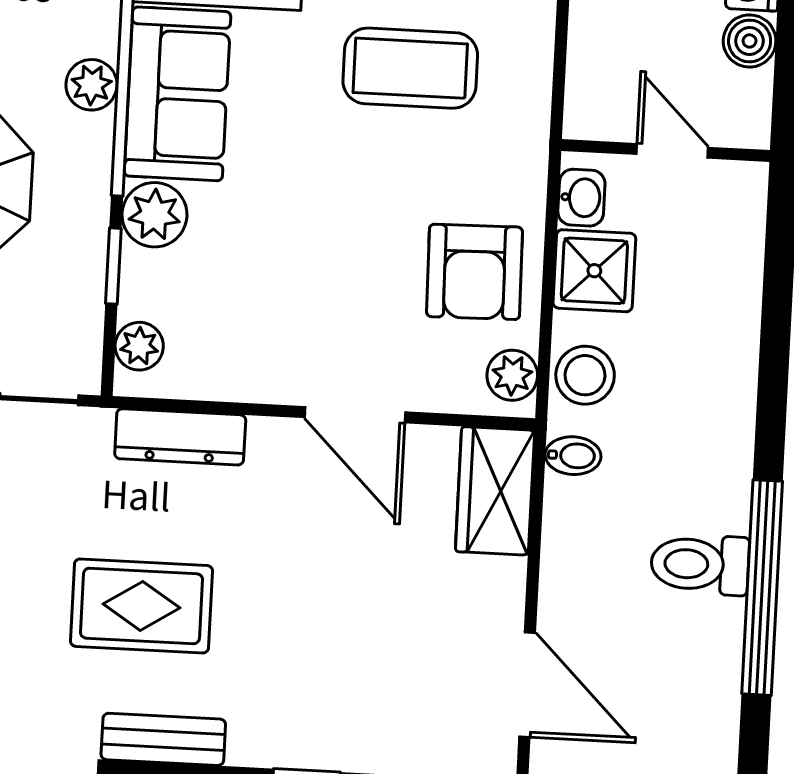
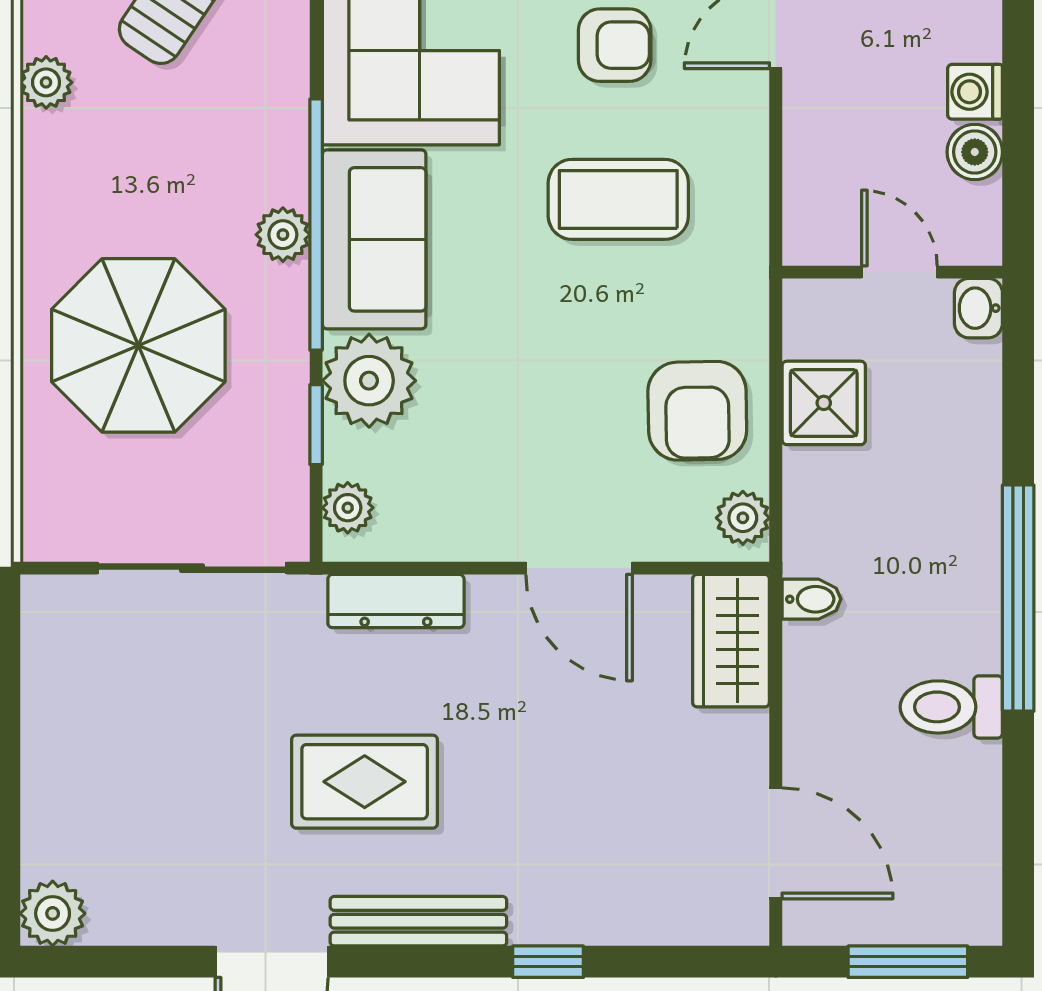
washbasin: (581, 198) -> (978, 308), moved, turned 180
plant: (154, 215) -> (369, 381), width x1.36, depth x1.36
stool: (585, 375) -> (820, 514), removed
window: (762, 588) -> (1018, 598), moved
bench: (163, 739) -> (418, 921), width x1.36

